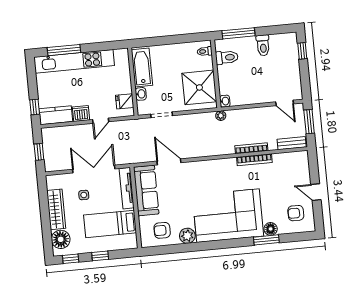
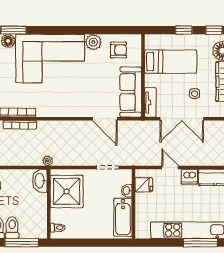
toilet: (227, 57) -> (12, 227), moved, turned 90
washbasin: (225, 101) -> (40, 181), width x1.91, depth x1.45
door: (101, 121) -> (170, 167), hinge flipped
tv unit: (127, 188) -> (150, 102), width x0.71

